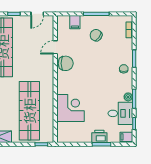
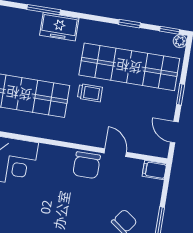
filing cabinet: (75, 22) -> (154, 170), moved
trolley: (22, 68) -> (90, 93), added

